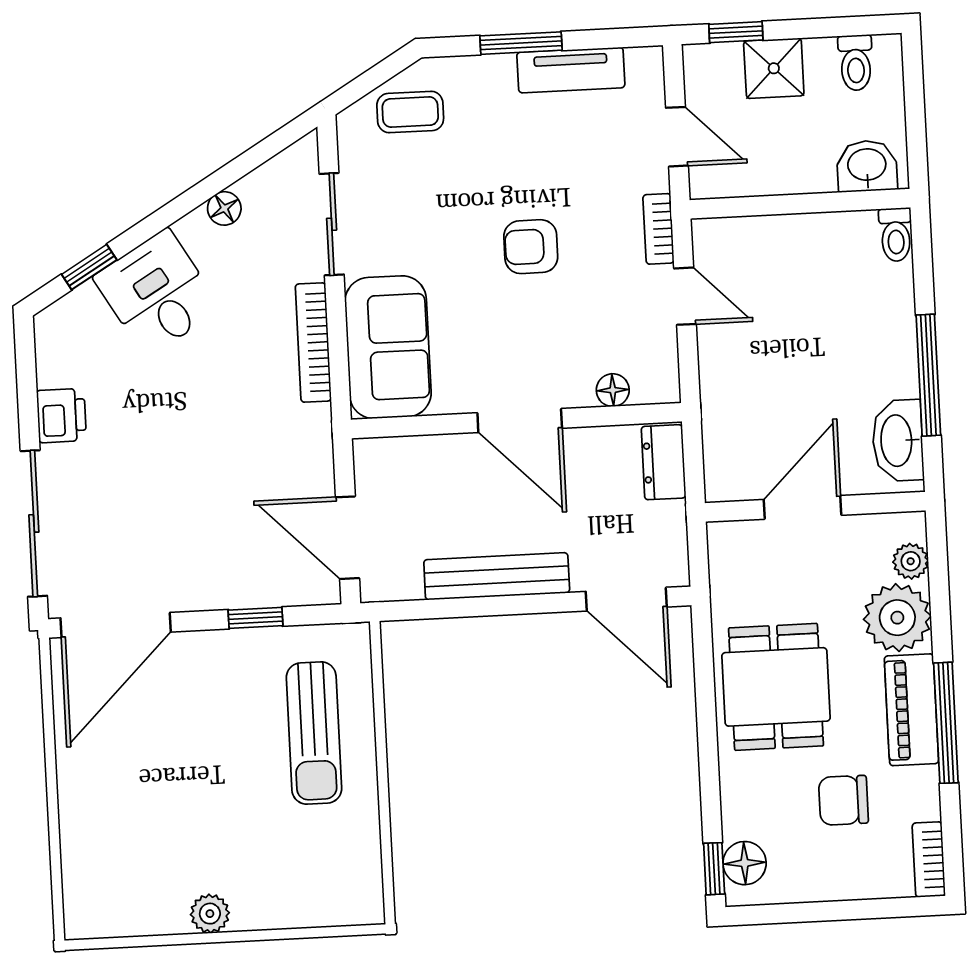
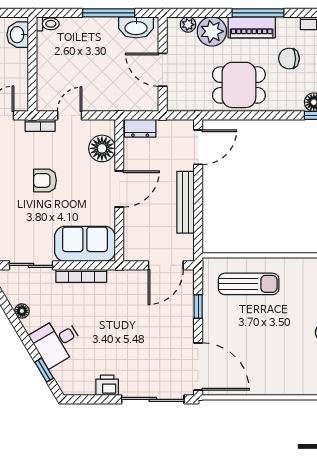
armchair: (531, 247) -> (45, 180), turned 90
floor lamp: (613, 390) -> (102, 148), width x1.89, depth x1.89
chair: (843, 800) -> (289, 59), turned 90

